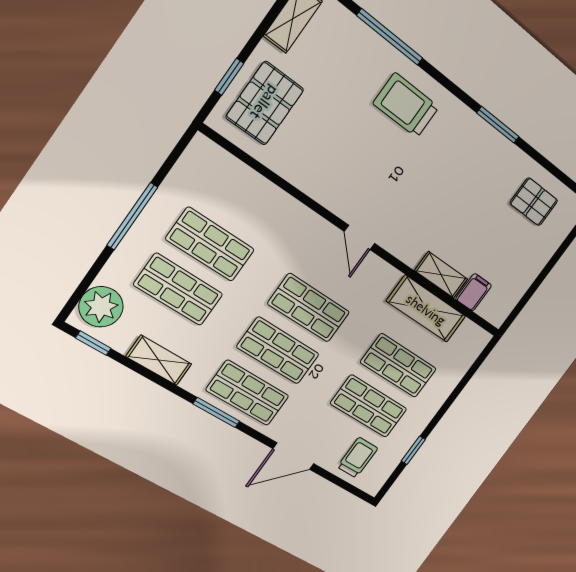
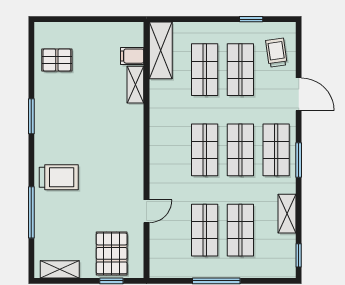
pallet: (265, 103) -> (112, 253), turned 90
trolley: (406, 105) -> (59, 177), turned -90
pallet: (534, 202) -> (57, 60), turned 90
door: (359, 237) -> (146, 211), moved
plant: (101, 307) -> (276, 265), removed
shelving: (426, 309) -> (161, 50), moved
trolley: (358, 458) -> (276, 53), turned 82

